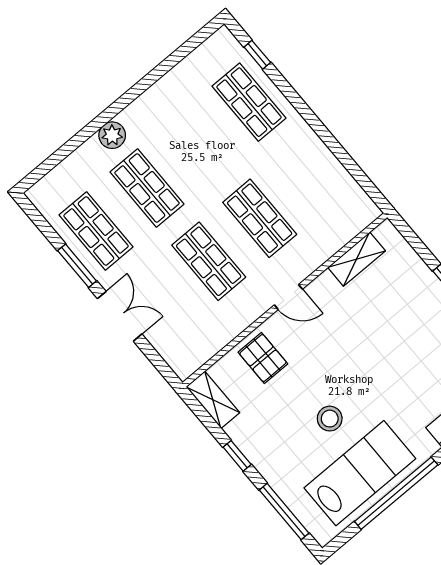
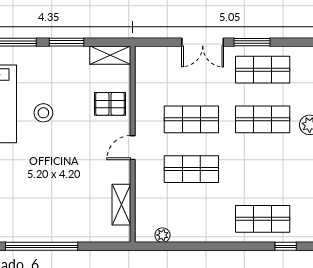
plant: (352, 191) -> (162, 235), added
window: (237, 456) -> (67, 42), width x1.50

